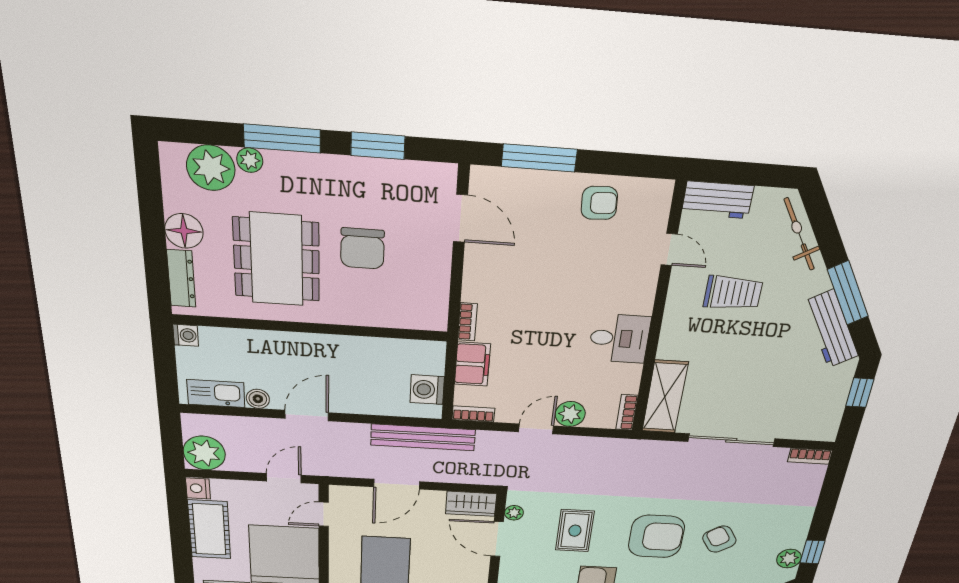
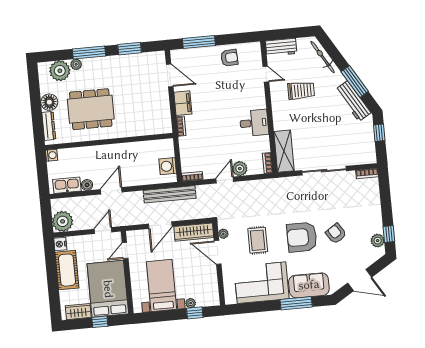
chair: (362, 249) -> (128, 97), removed
dining table: (277, 260) -> (91, 109), turned 90
filing cabinet: (472, 364) -> (183, 103), moved
wardrobe: (471, 504) -> (194, 232), width x1.50
armchair: (656, 536) -> (302, 237), turned 180

